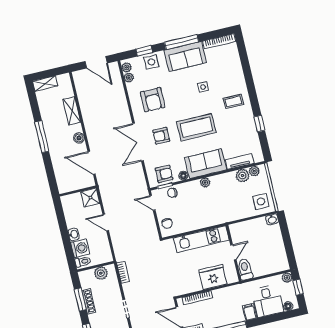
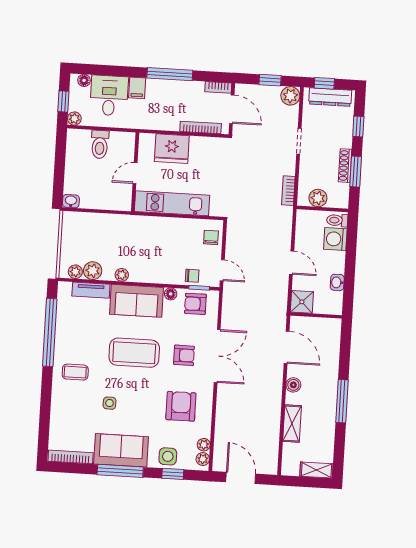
window: (259, 124) -> (50, 332), width x3.17
plant: (205, 183) -> (122, 275), moved
side table: (261, 201) -> (79, 229), removed
washbasin: (74, 234) -> (337, 282), moved
toilet: (245, 269) -> (100, 144), moved

